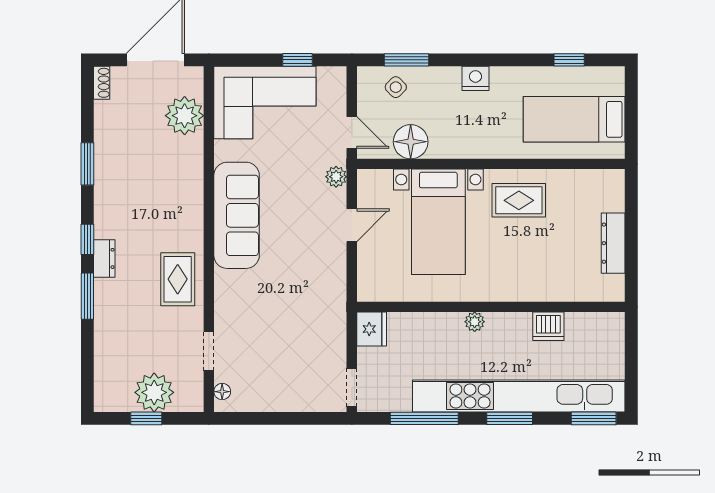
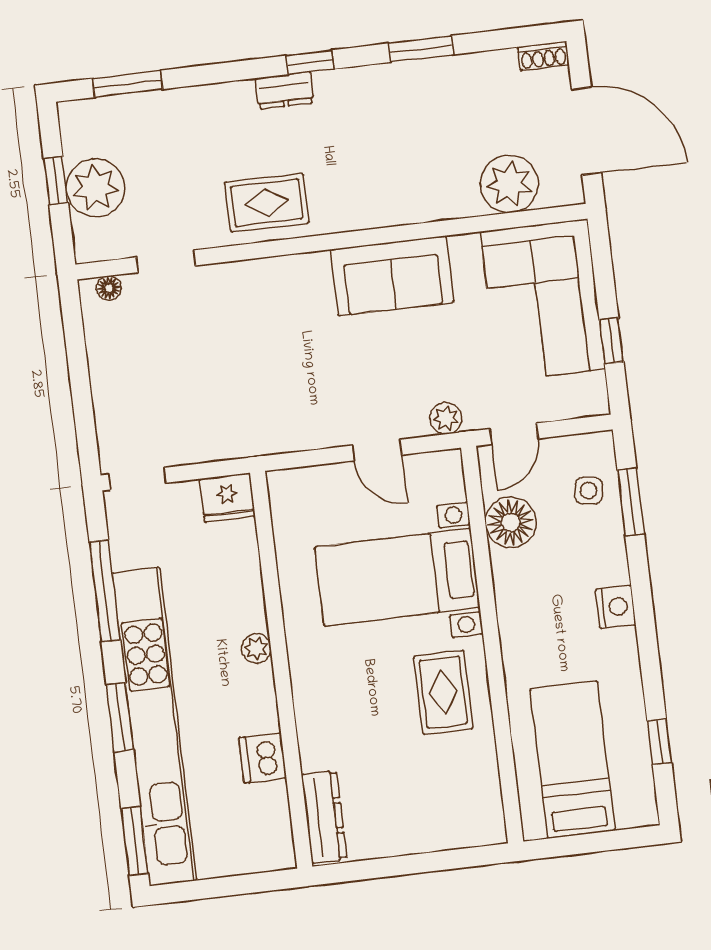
side table: (396, 87) -> (589, 491), turned -37
sofa: (237, 215) -> (392, 276), width x0.73
dresser: (613, 243) -> (324, 817), moved, turned 90
window: (87, 296) -> (127, 84), moved

